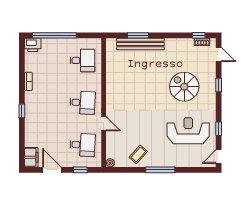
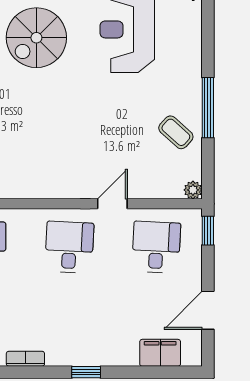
filing cabinet: (31, 157) -> (160, 353), moved
window: (80, 170) -> (208, 231), moved
window: (160, 170) -> (208, 108), moved

